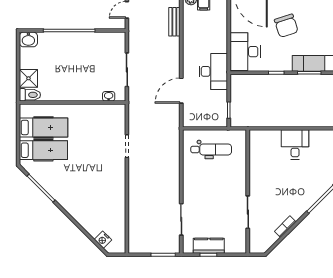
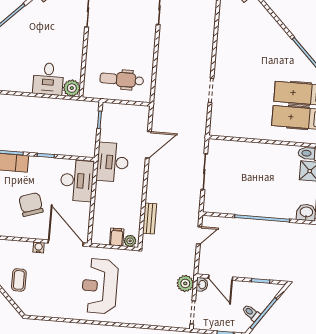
washbasin: (109, 96) -> (226, 145), removed
plant: (257, 138) -> (72, 88), added
desk: (295, 145) -> (48, 79), moved

